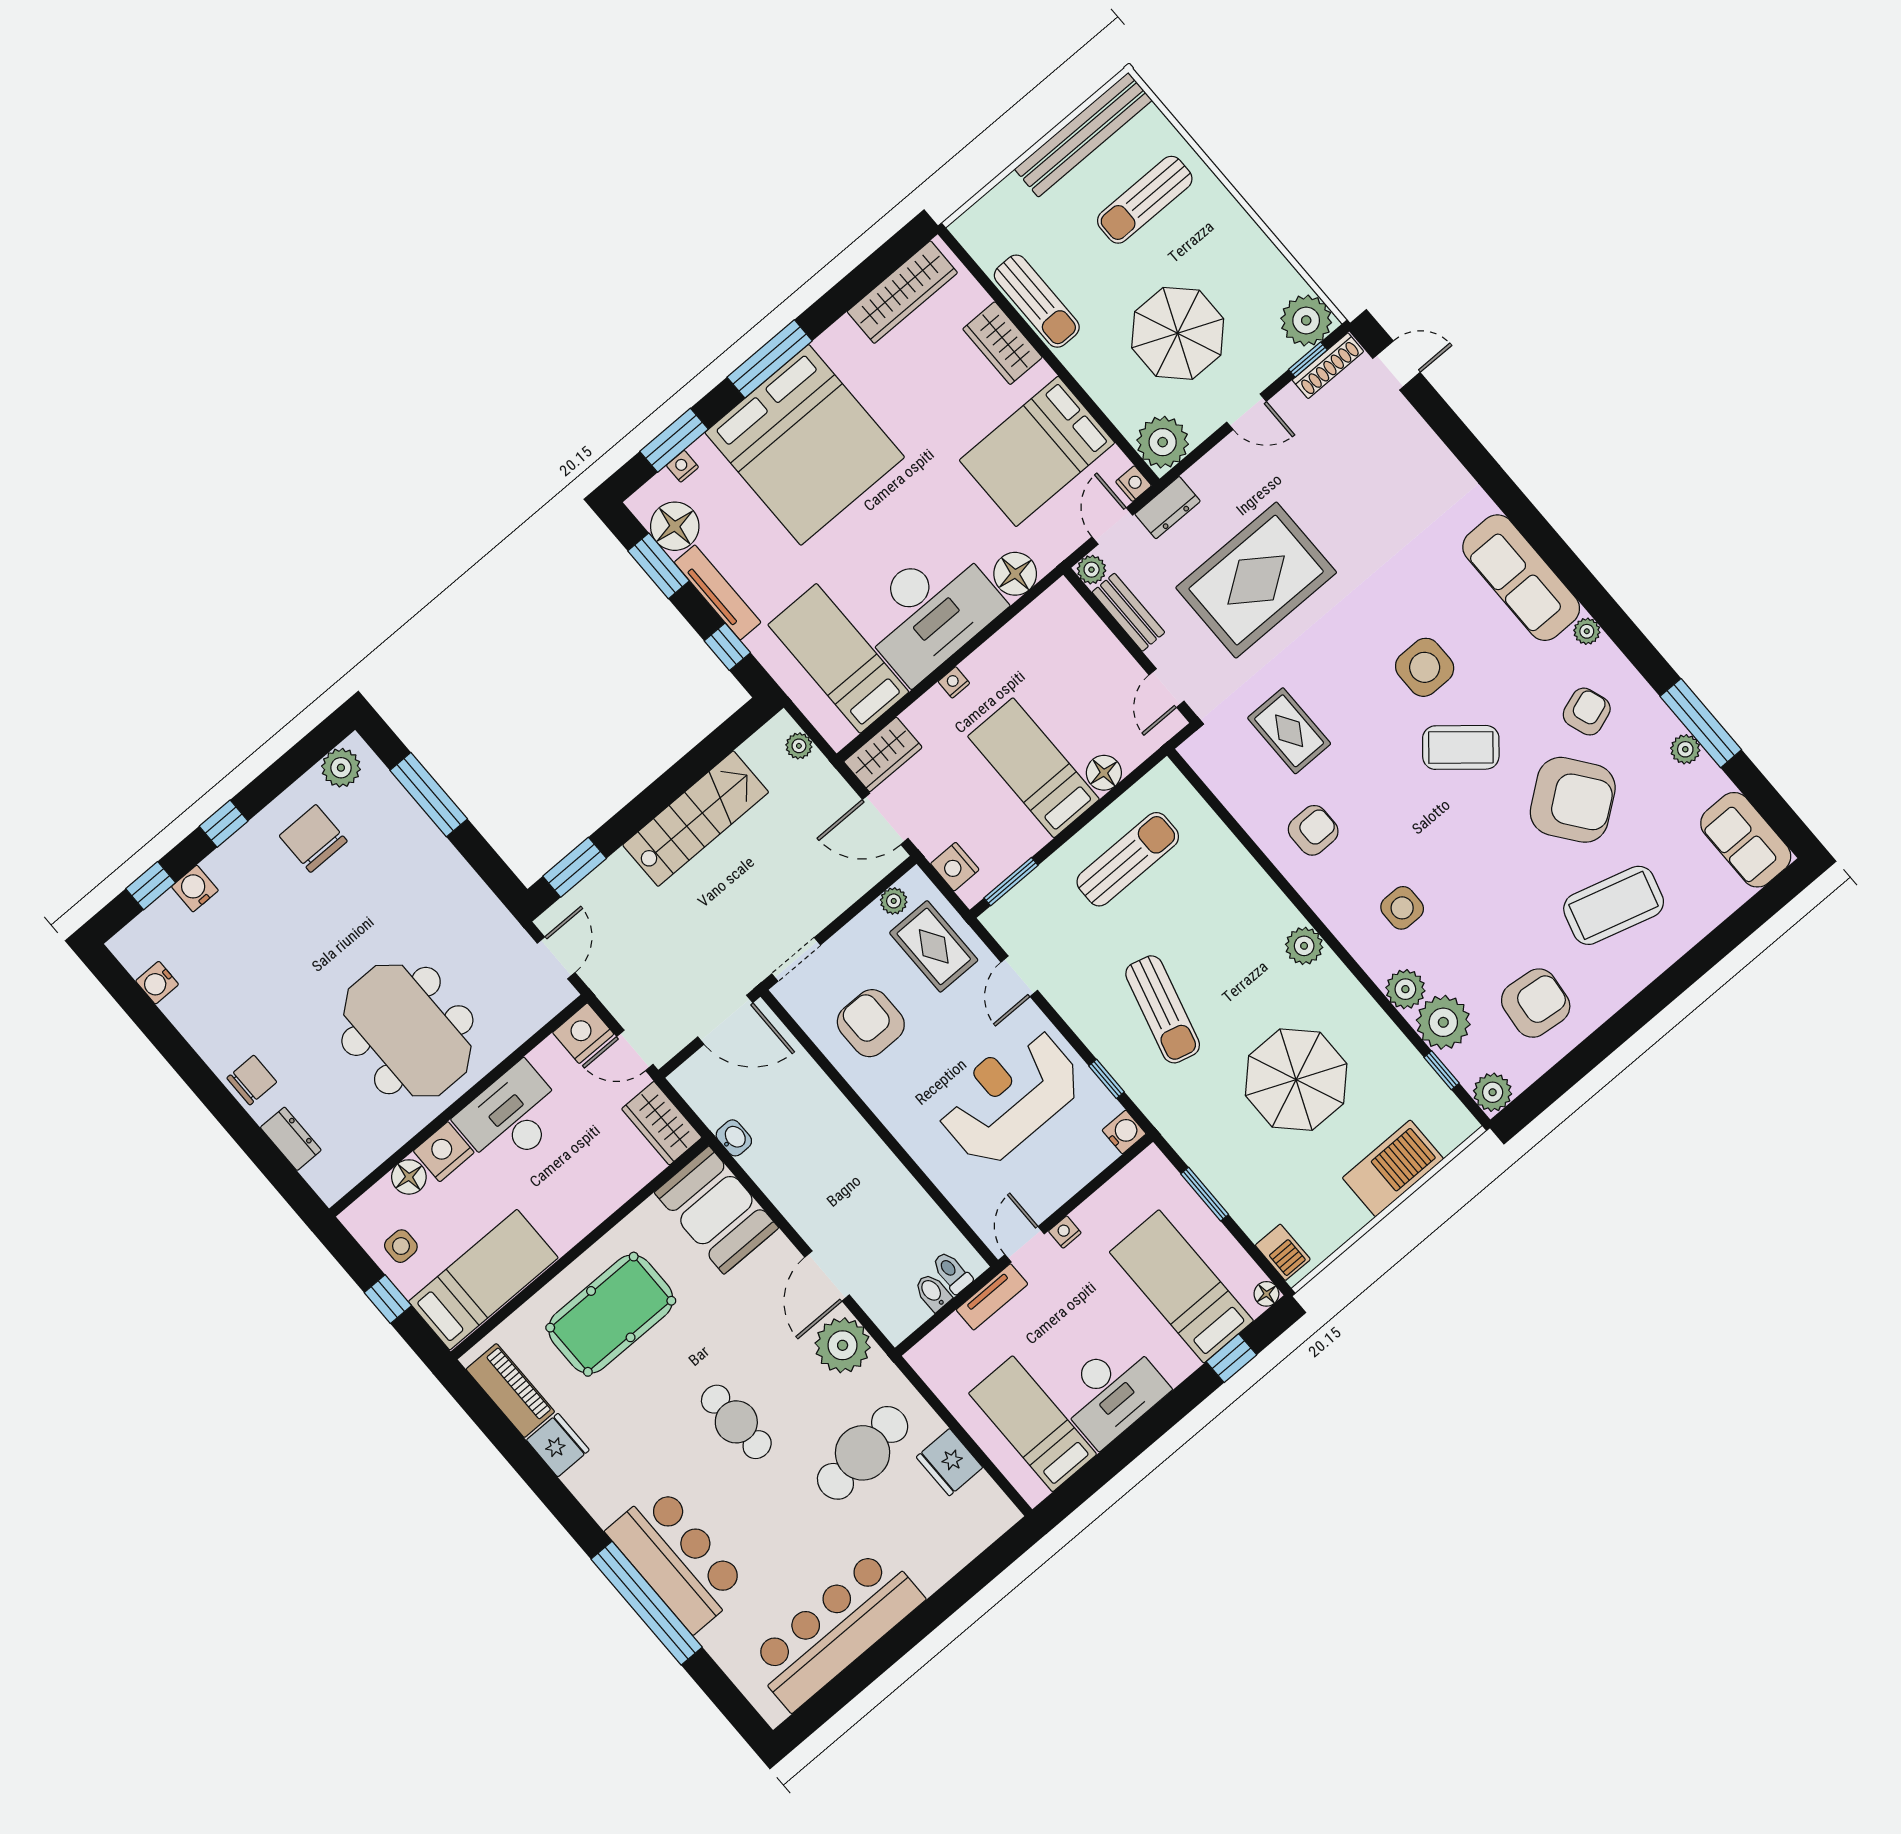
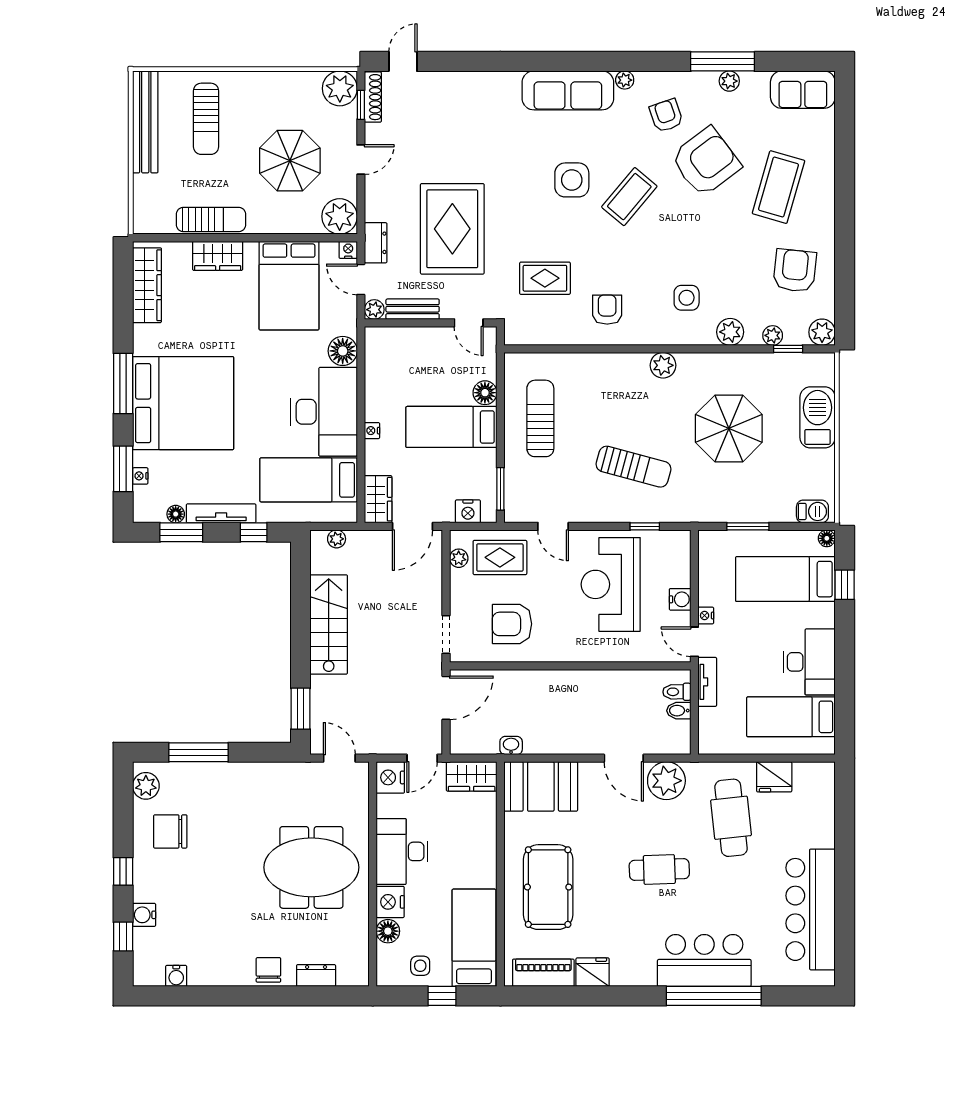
floor lamp: (675, 526) -> (176, 514), width x0.53, depth x0.53
plant: (1443, 1022) -> (773, 335), width x0.53, depth x0.53
water cooler: (1124, 1132) -> (680, 599), moved, turned 90

